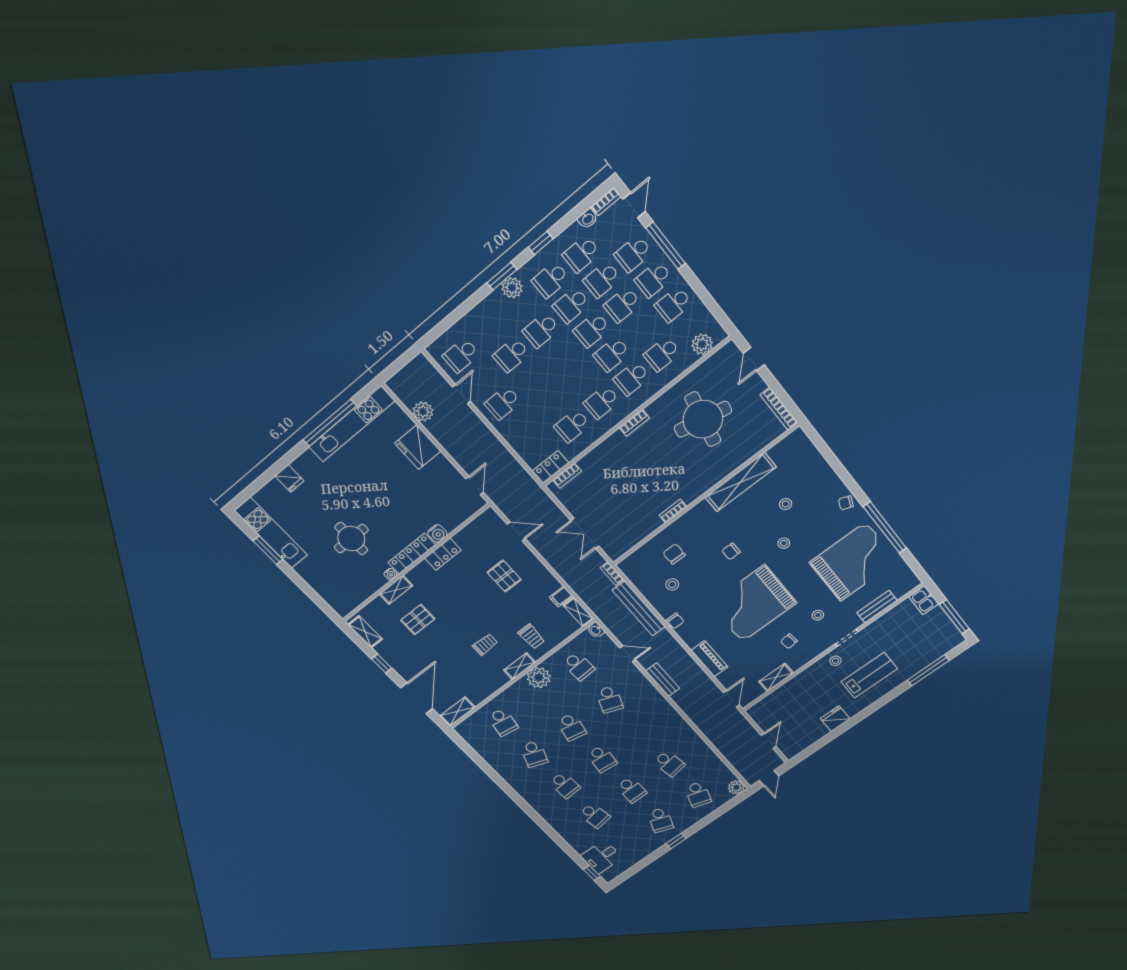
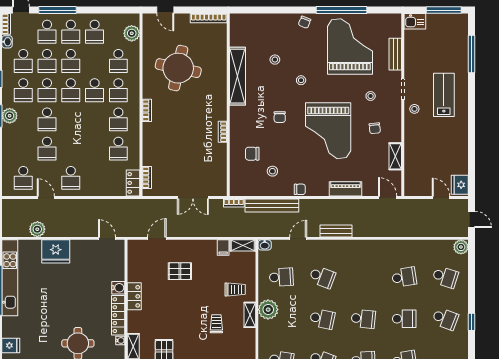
fridge: (835, 719) -> (460, 185), moved

